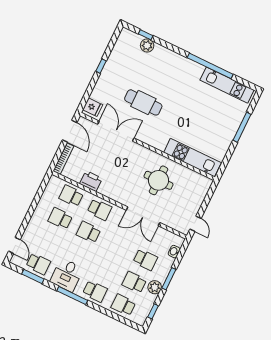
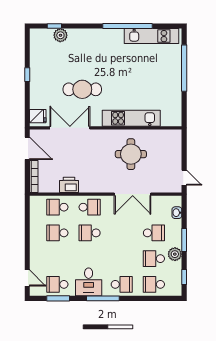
window: (242, 127) -> (184, 68), width x1.46
kitchen unit: (192, 158) -> (131, 118), moved
school desk: (38, 264) -> (57, 284), turned 180

